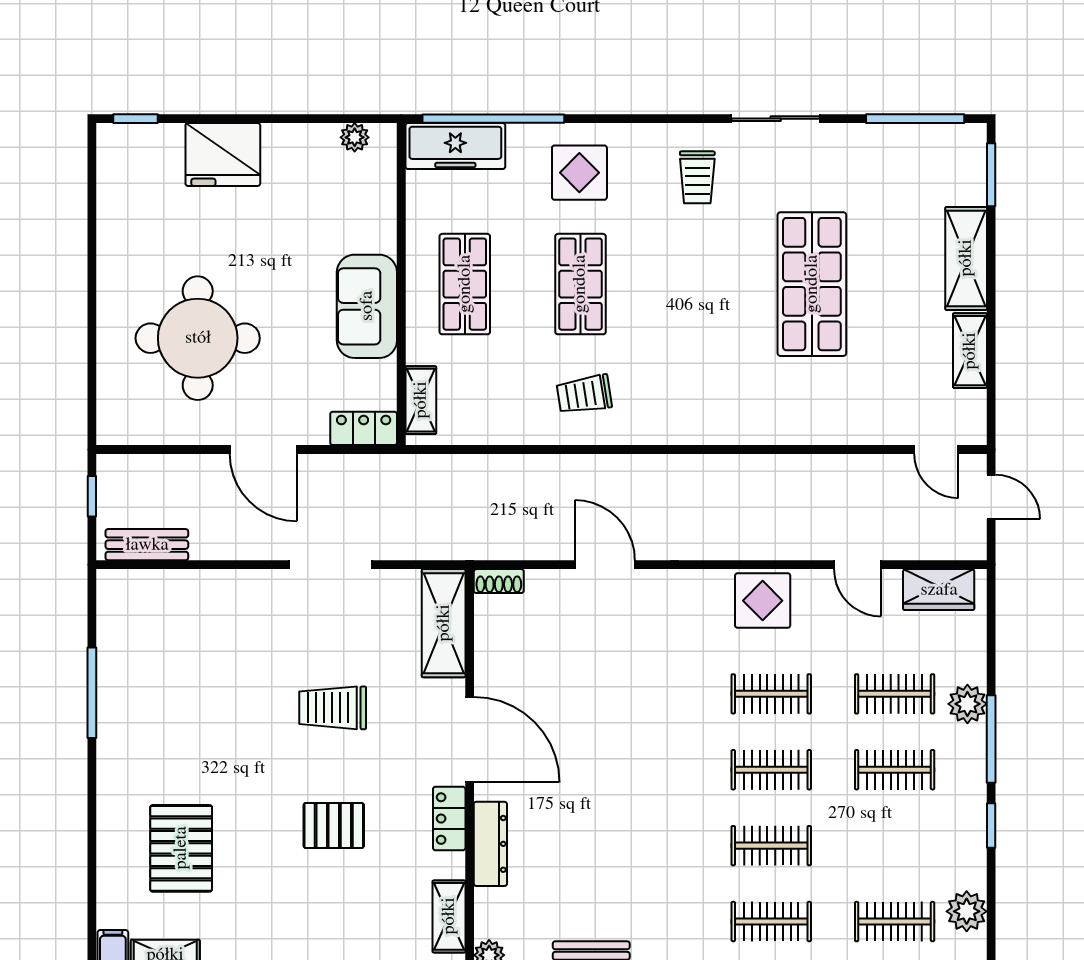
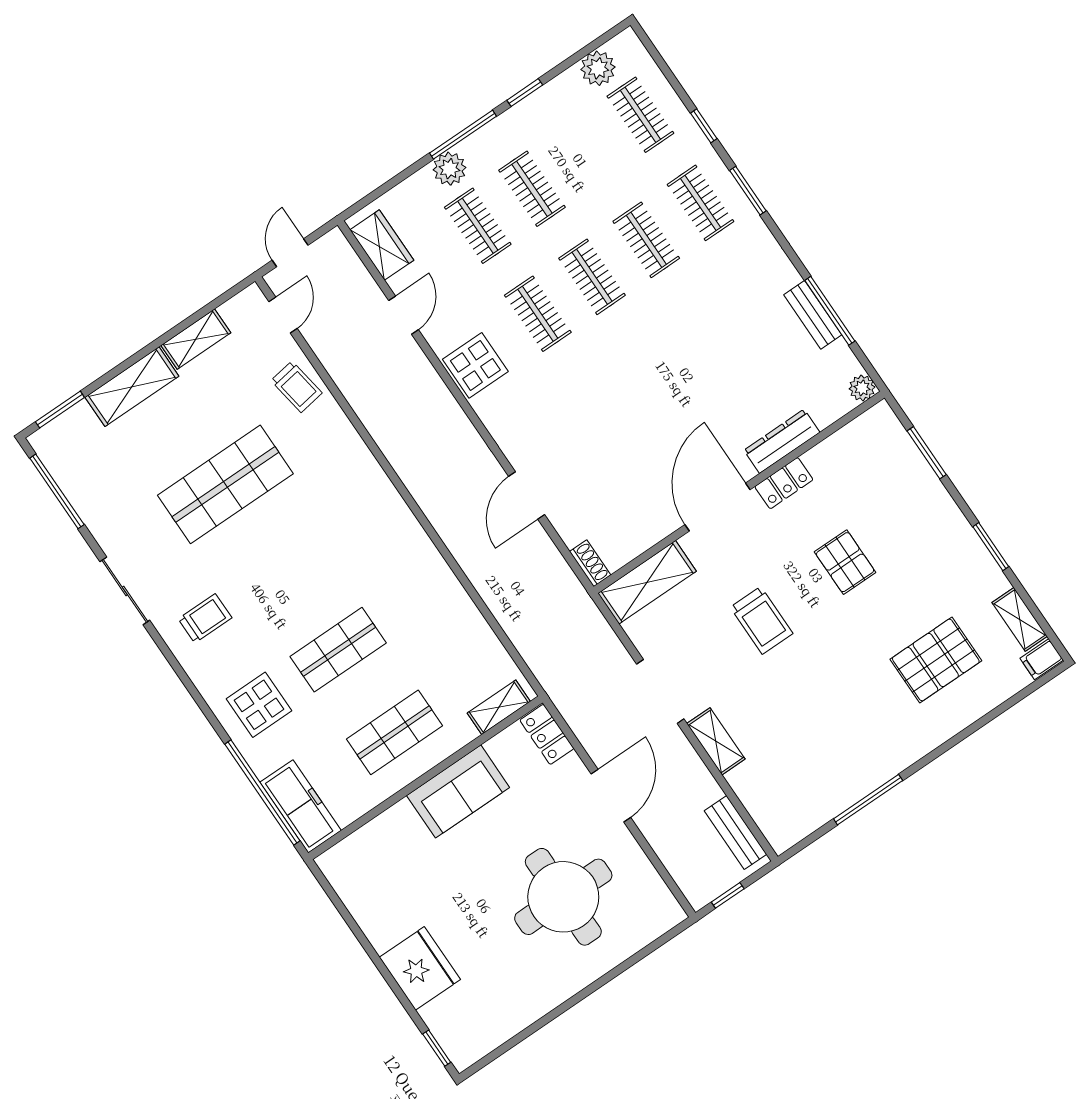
plant: (355, 137) -> (343, 883), removed
trolley: (584, 394) -> (296, 387), moved
shelving: (449, 916) -> (716, 741), moved, turned 90

